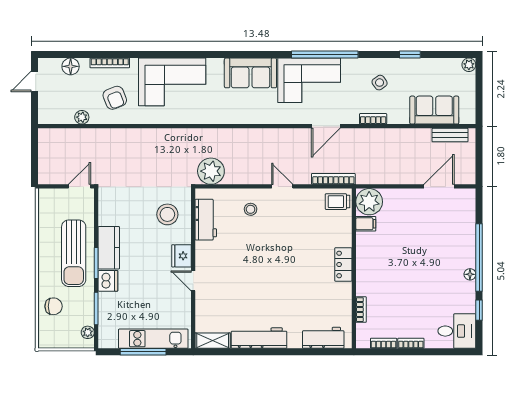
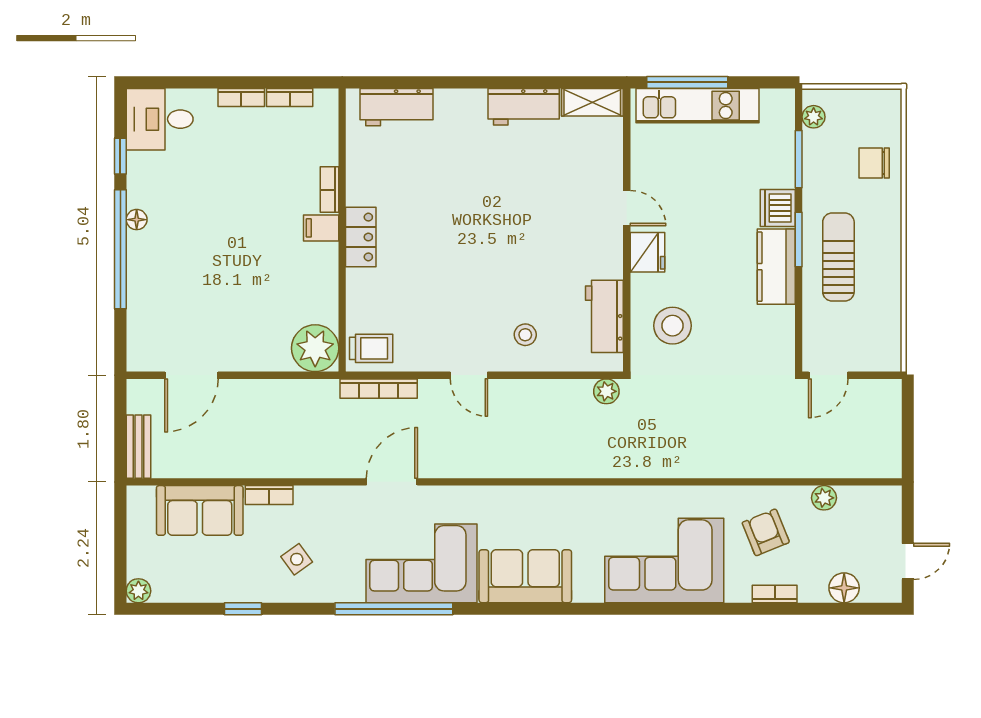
bookcase: (110, 63) -> (775, 594), width x0.64
bookcase: (373, 119) -> (269, 495), moved
bench: (450, 135) -> (138, 447), moved, turned 90
plant: (211, 171) -> (606, 391), width x0.53, depth x0.53
filing cabinet: (366, 224) -> (321, 228), moved
sun lounger: (74, 253) -> (838, 257), width x0.73, depth x0.75
bookcase: (361, 310) -> (329, 190), moved
workbench: (259, 338) -> (524, 107), width x0.73
window: (143, 352) -> (687, 82), moved

